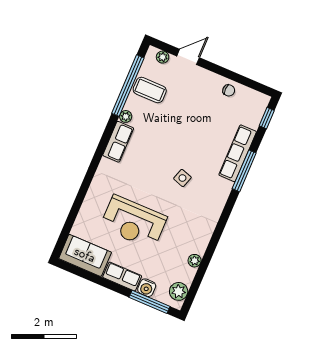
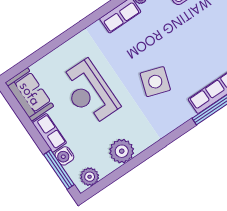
side table: (182, 178) -> (155, 82), width x1.87, depth x1.87
plant: (195, 261) -> (122, 151), width x1.88, depth x1.88

